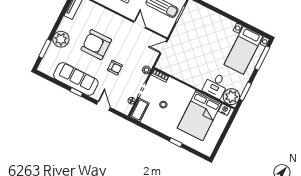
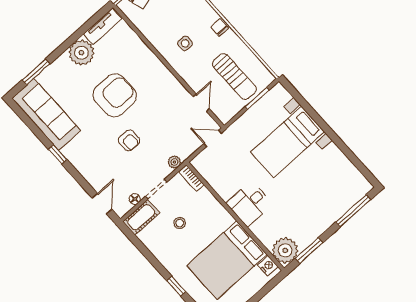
door: (140, 25) -> (201, 103), moved
plant: (61, 39) -> (81, 53), moved
armchair: (96, 45) -> (115, 95), turned 90
bed with nightstands: (243, 50) -> (288, 142), moved
sofa: (76, 79) -> (46, 114), moved
desk: (216, 85) -> (249, 204), moved
door: (103, 106) -> (102, 204), moved

